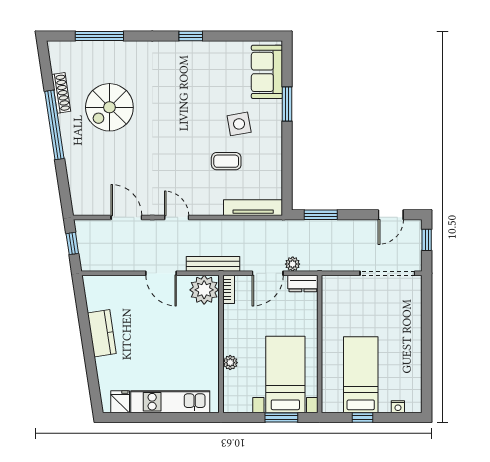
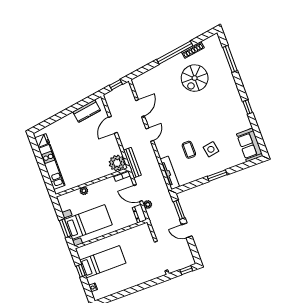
sofa: (267, 72) -> (250, 145), moved, turned -90
window: (287, 104) -> (217, 176), moved
spiral stairs: (109, 107) -> (195, 78), turned -90
door: (391, 215) -> (187, 230), moved
door: (161, 273) -> (113, 125), moved
kitchen counter: (102, 333) -> (87, 111), moved

